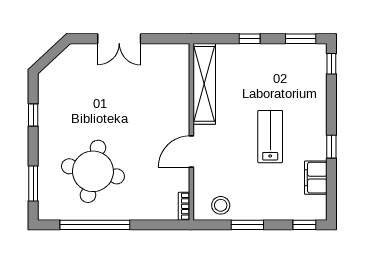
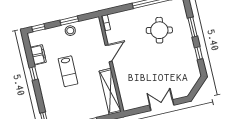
round table: (93, 171) -> (159, 30), width x0.73, depth x0.73
window: (33, 183) -> (193, 27), moved
stool: (221, 205) -> (70, 31), moved

